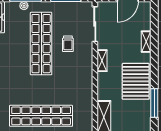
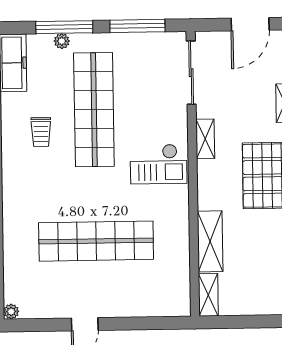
trolley: (68, 44) -> (41, 132), moved
checkout: (76, 74) -> (159, 164), added

